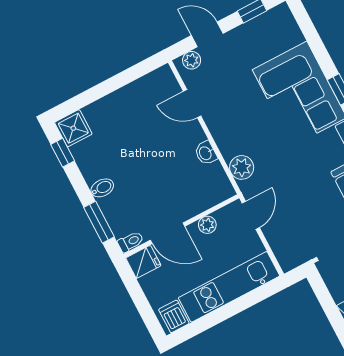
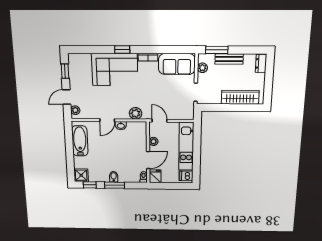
bathtub: (139, 95) -> (80, 141), added
door: (192, 104) -> (107, 120), moved
window: (99, 222) -> (115, 185), moved

